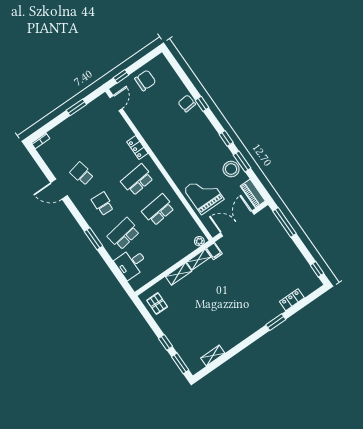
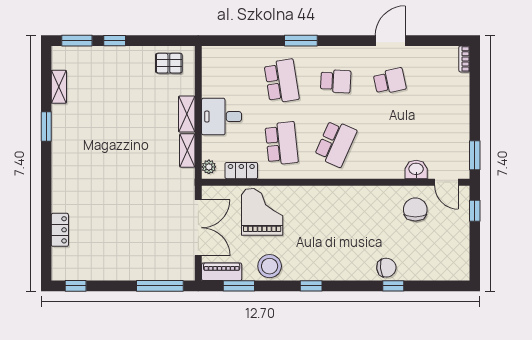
chair: (145, 80) -> (415, 209), moved, turned 180
window: (202, 104) -> (393, 286), moved
window: (76, 107) -> (475, 155), moved
washbasin: (121, 125) -> (416, 169), added
locker: (137, 148) -> (241, 171), moved
window: (242, 161) -> (239, 286), moved
school desk: (137, 180) -> (336, 143), turned 30
grand piano: (204, 194) -> (262, 212), turned -90
filing cabinet: (214, 251) -> (185, 176), removed
desk: (131, 263) -> (222, 117), moved, turned -90
window: (276, 322) -> (46, 126), moved

